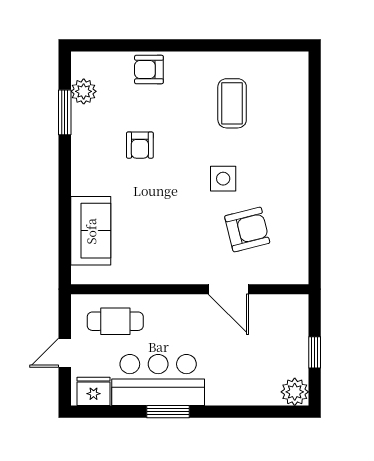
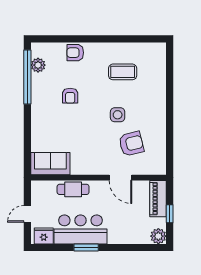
coffee table: (232, 103) -> (123, 72), turned 90
window: (65, 112) -> (27, 77), width x2.11
sofa: (91, 231) -> (50, 164), moved, turned -90
cafe table: (115, 321) -> (73, 189), moved
piano: (294, 326) -> (158, 199), added

